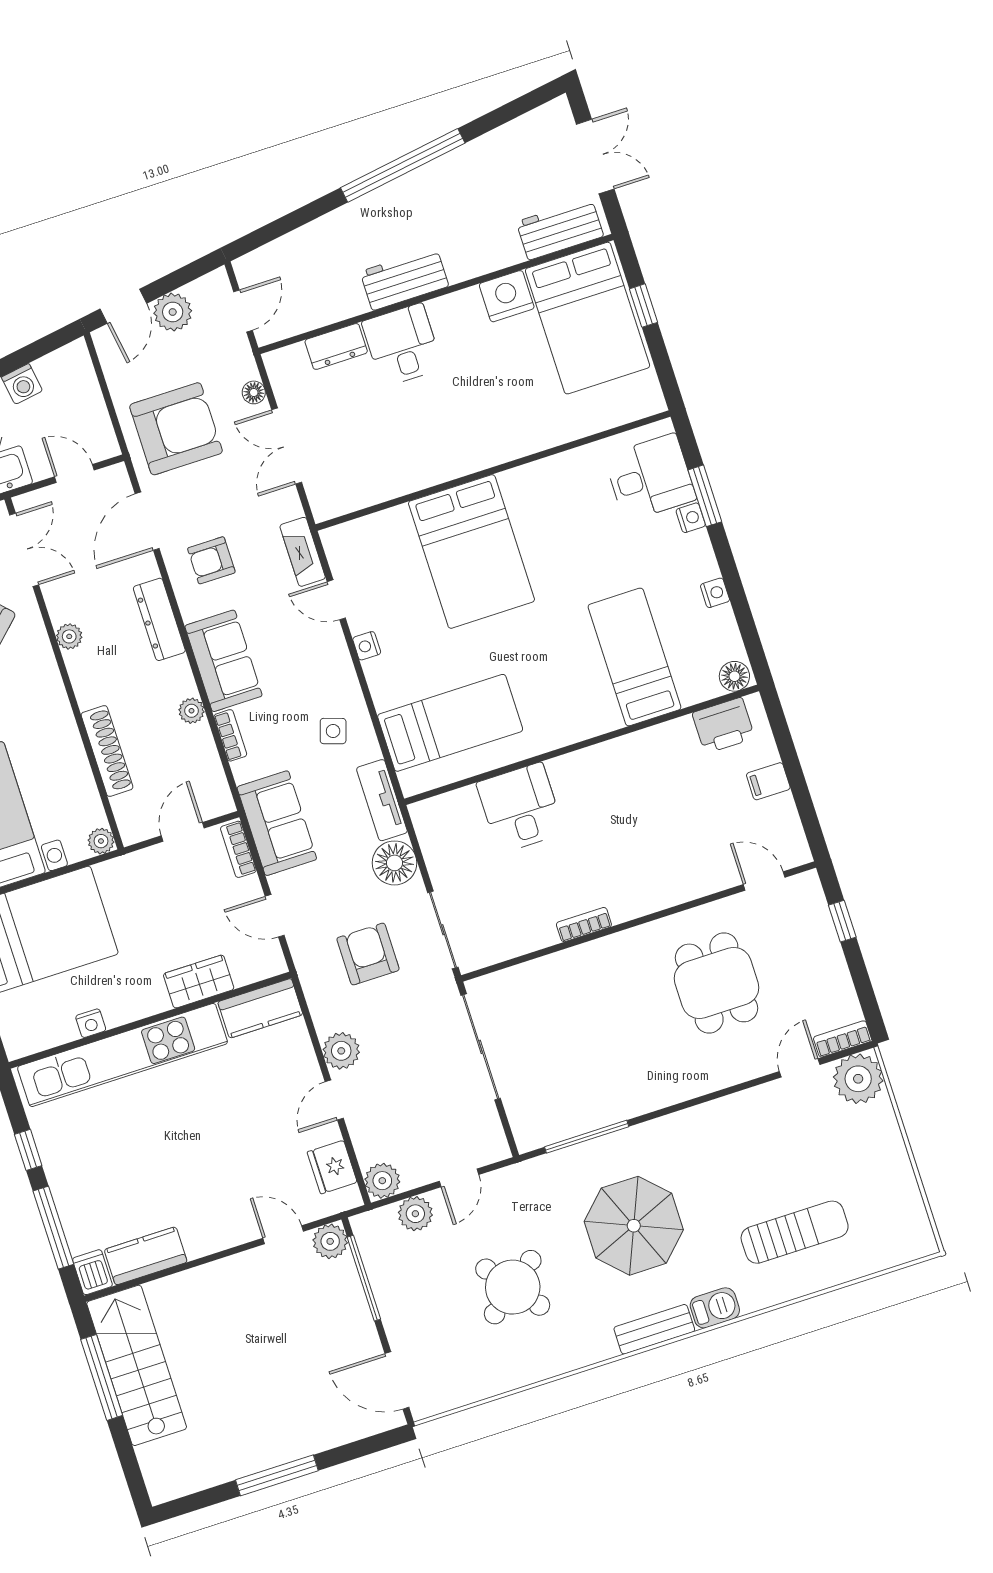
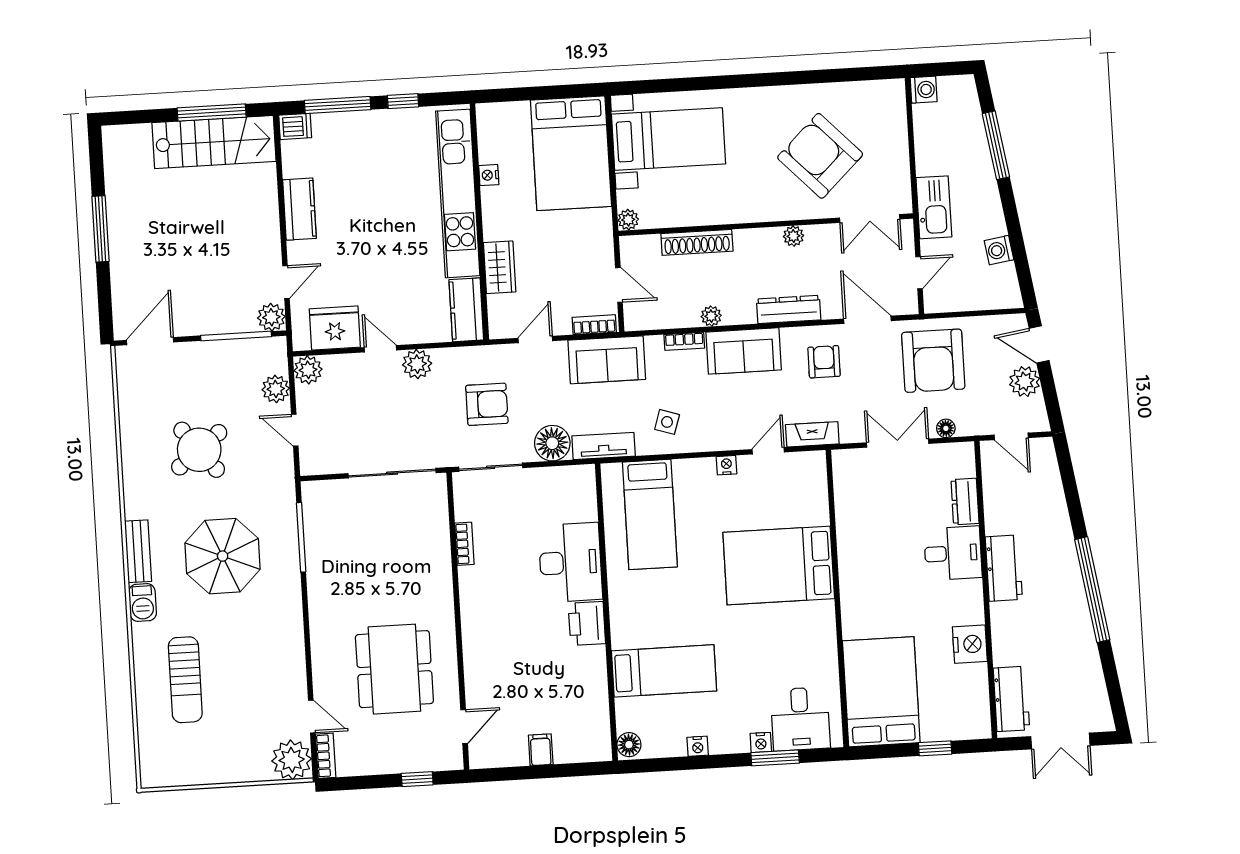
bed: (588, 318) -> (881, 692), moved, turned 90
printer: (724, 725) -> (587, 623), moved
desk: (520, 808) -> (570, 562), width x1.37
bookcase: (584, 925) -> (464, 544), moved
dining table: (717, 983) -> (394, 669), width x1.38
fridge: (332, 1167) -> (335, 328), width x1.36, depth x1.34
kitchen counter: (146, 1256) -> (299, 209), moved

